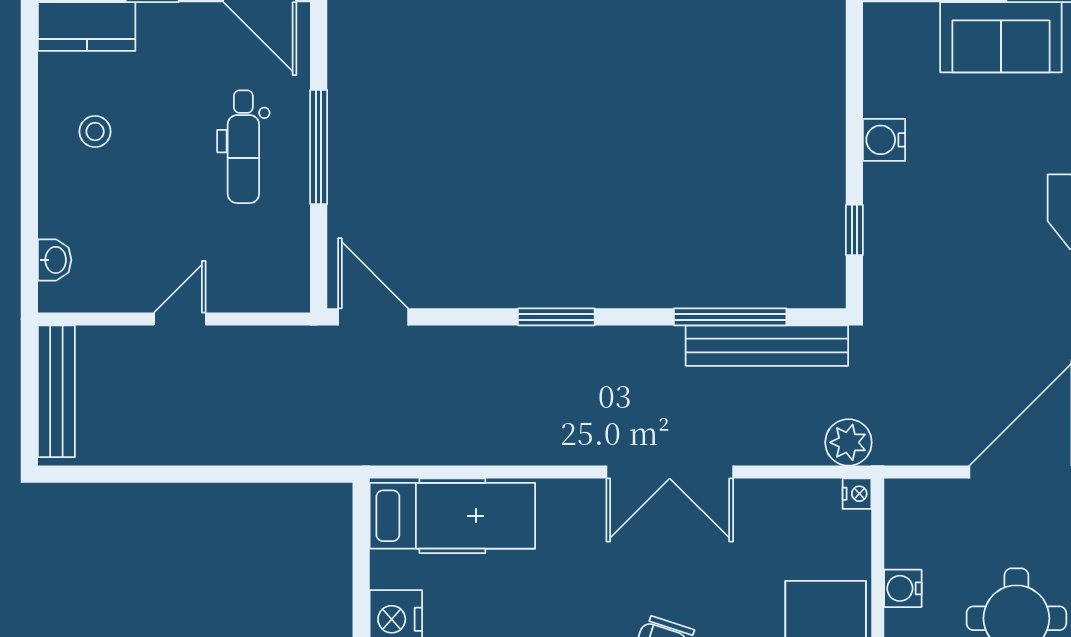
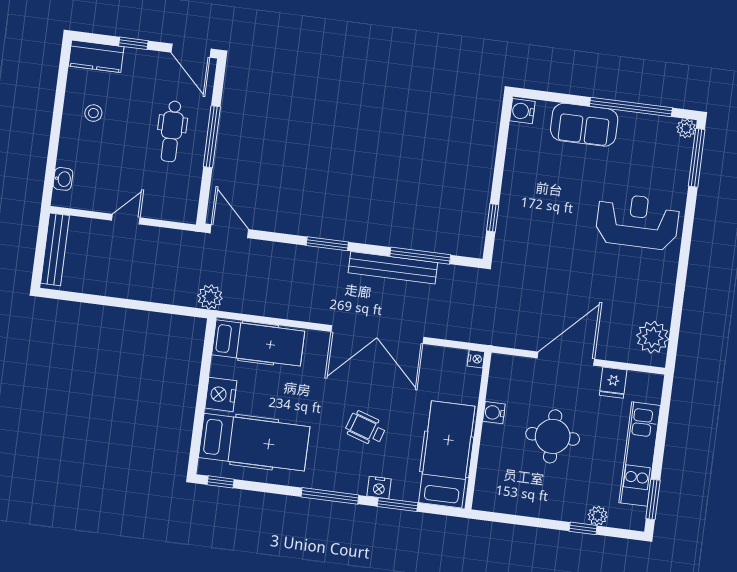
water cooler: (884, 140) -> (522, 111), moved
bench: (767, 346) -> (393, 268), moved
plant: (848, 442) -> (210, 297), moved
double door: (670, 472) -> (377, 334), width x1.36

